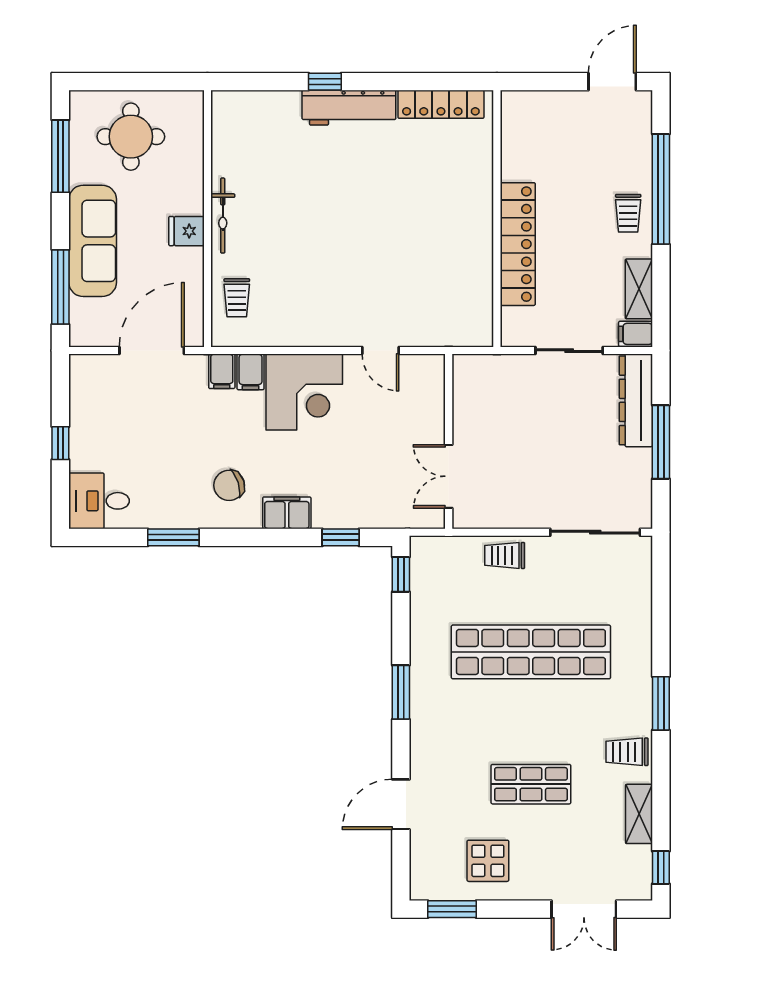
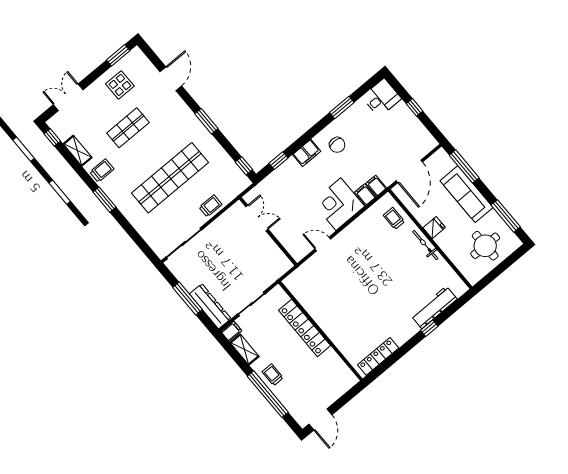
workbench: (349, 108) -> (434, 307), moved
chair: (229, 485) -> (337, 145), turned 108

